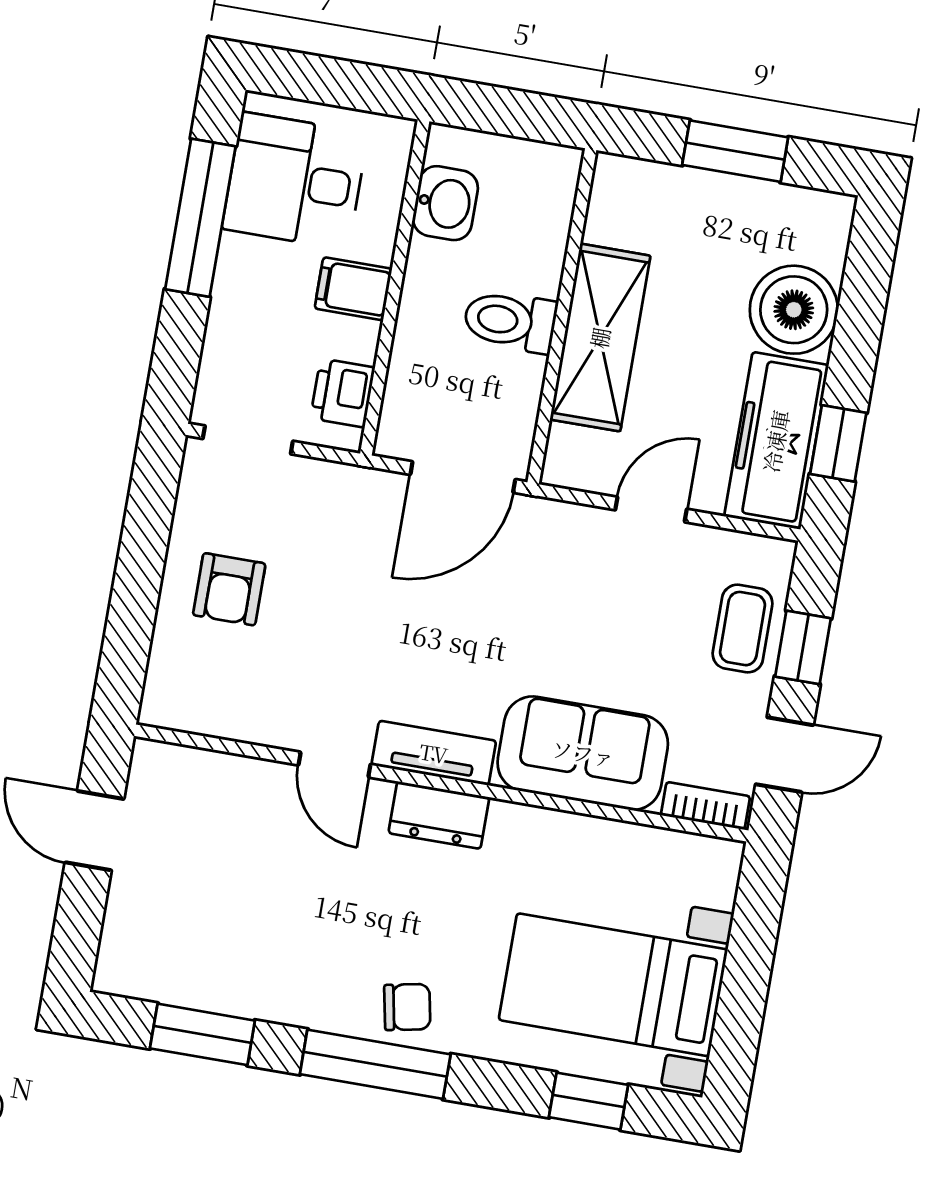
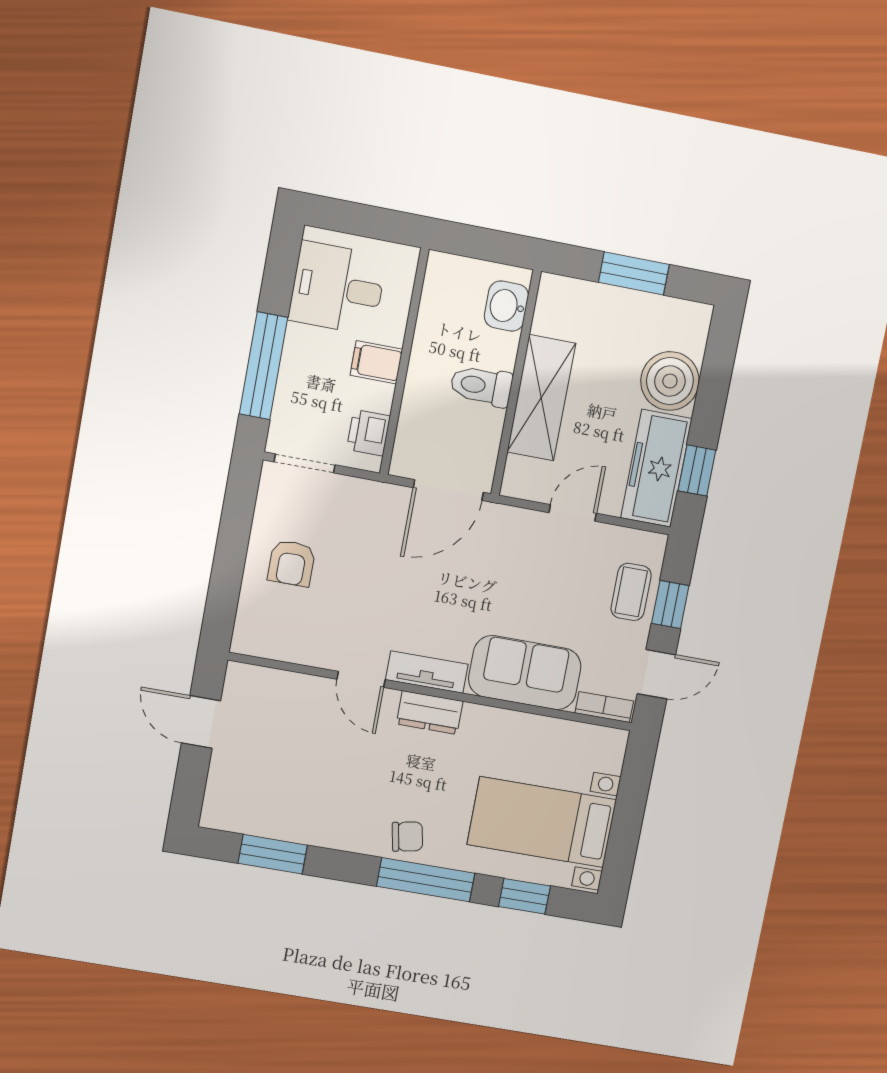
washbasin: (445, 203) -> (506, 306), moved, turned 180
window: (200, 218) -> (264, 366), moved
window: (375, 1064) -> (426, 880), moved

